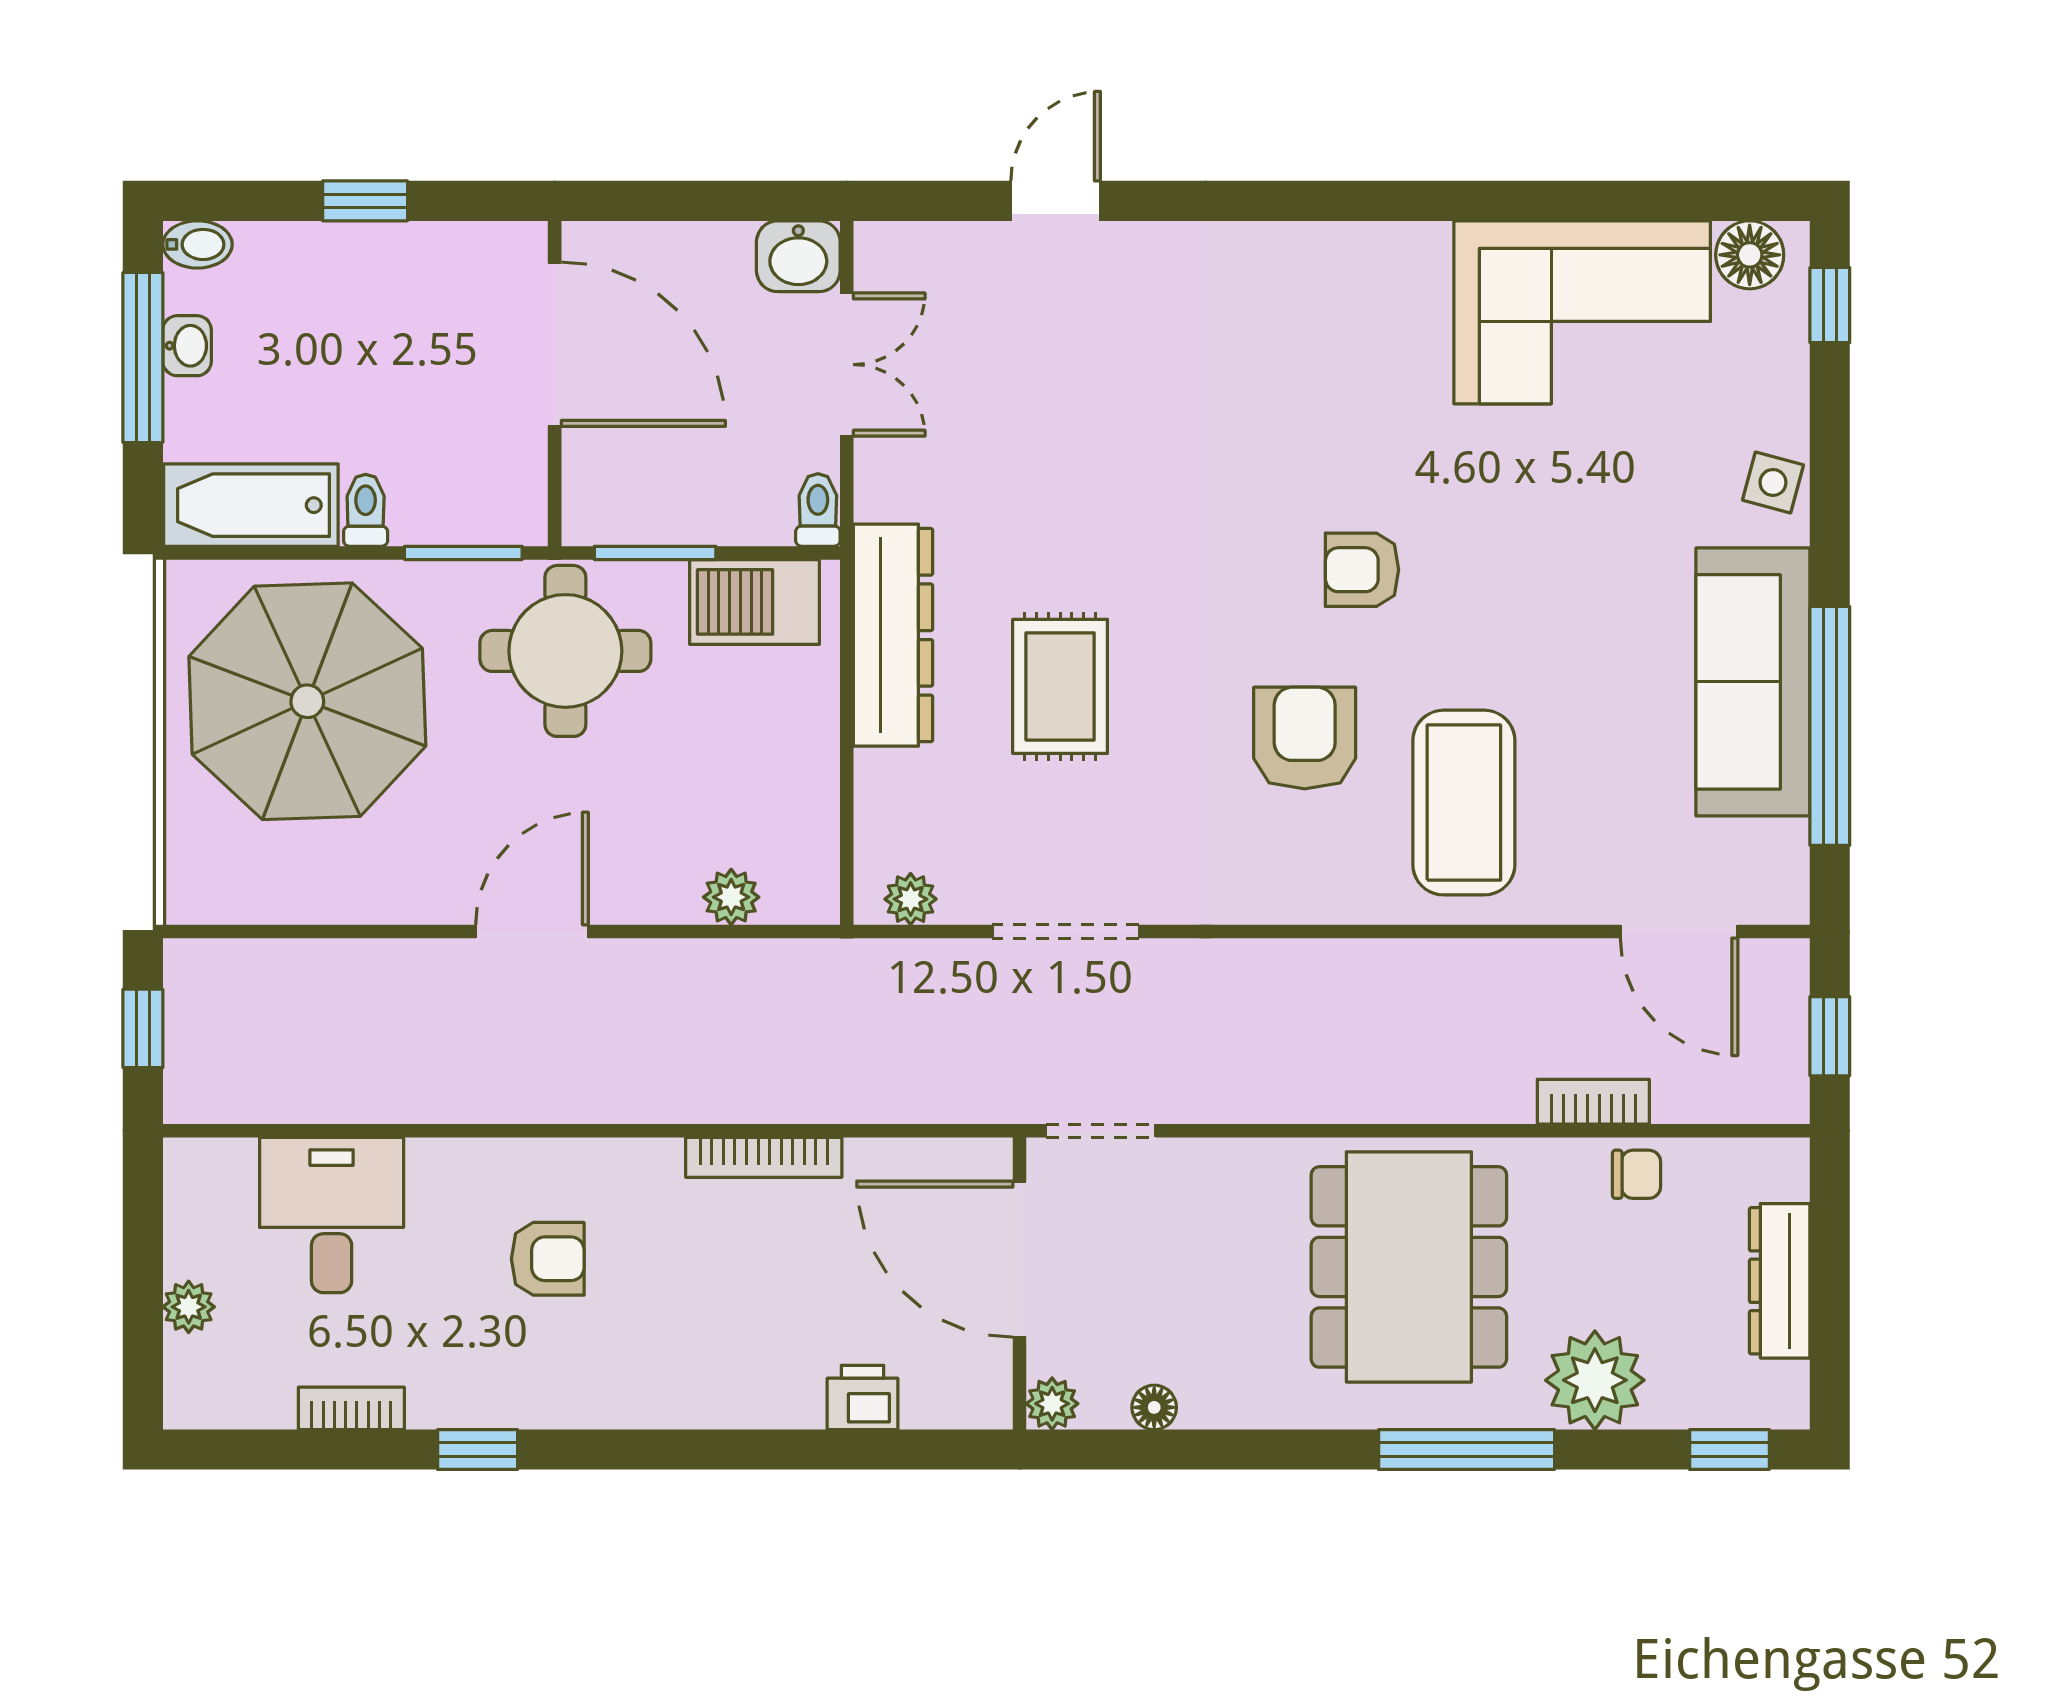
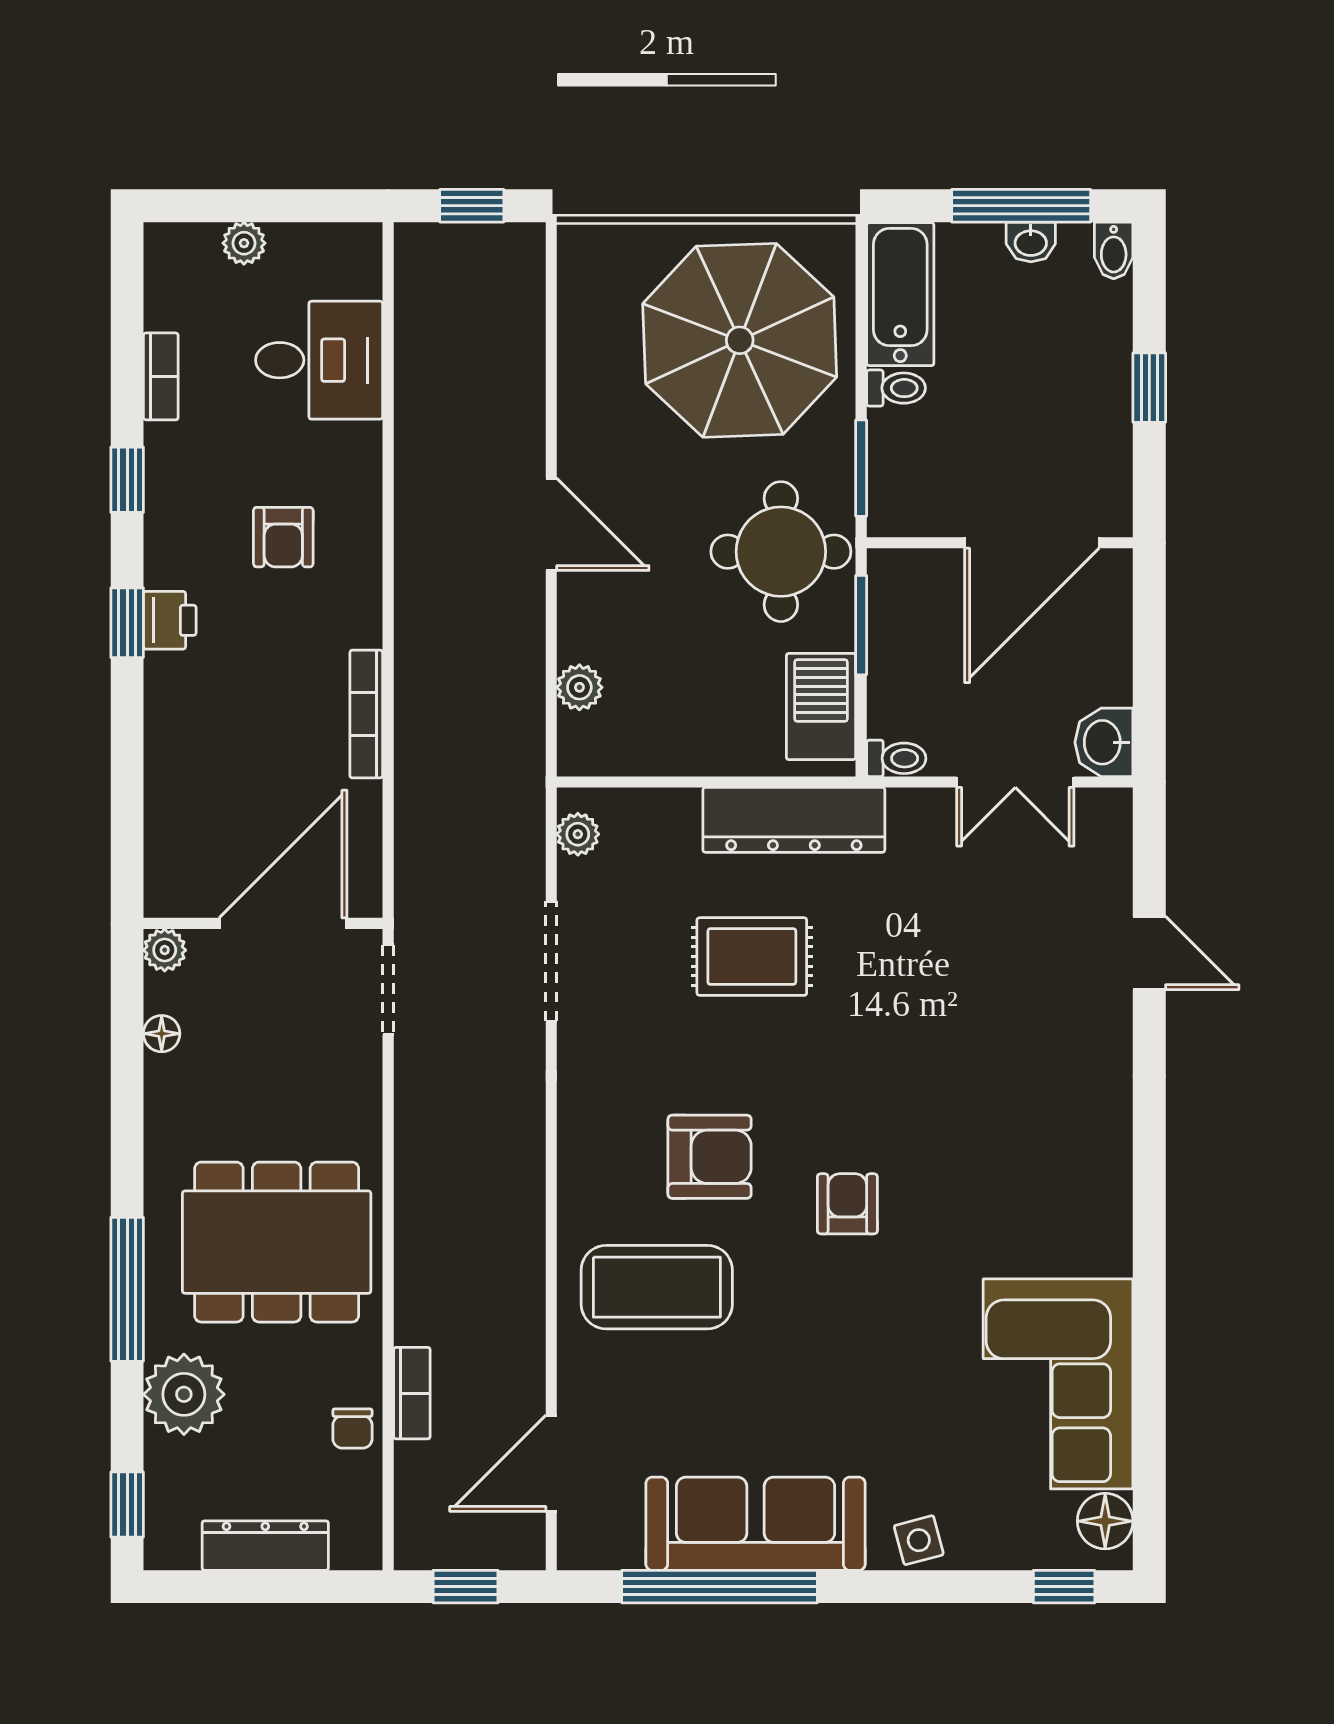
side table: (1773, 482) -> (919, 1540), turned -30
printer: (863, 1397) -> (170, 620), moved
window: (652, 1450) -> (127, 623), added

